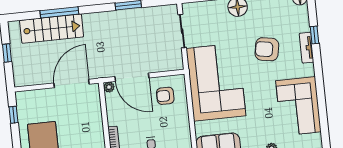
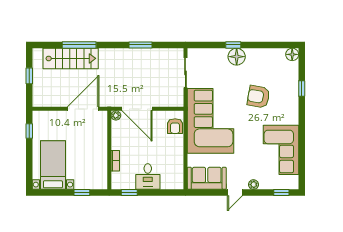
tv unit: (307, 48) -> (294, 99), removed
armchair: (165, 96) -> (175, 126), moved, turned -90

